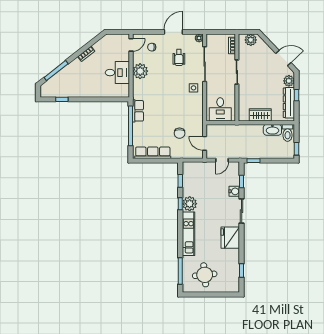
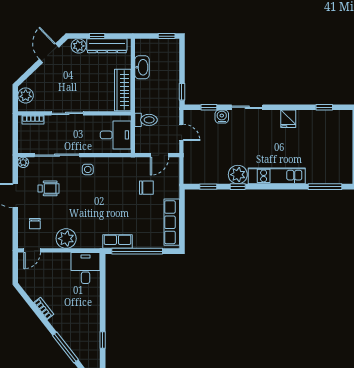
door: (131, 45) -> (32, 250), swing flipped
desk: (117, 73) -> (86, 268), moved
wardrobe: (260, 115) -> (123, 90), width x1.50
toilet: (288, 133) -> (146, 120), moved
fridge: (230, 238) -> (288, 119), width x0.53, depth x0.75
round table: (205, 275) -> (330, 155), removed

